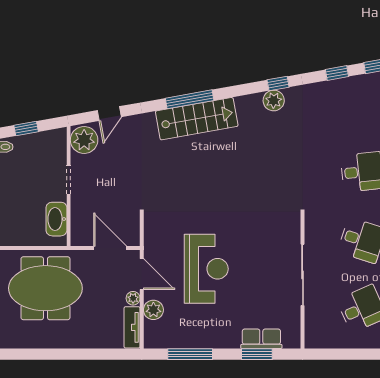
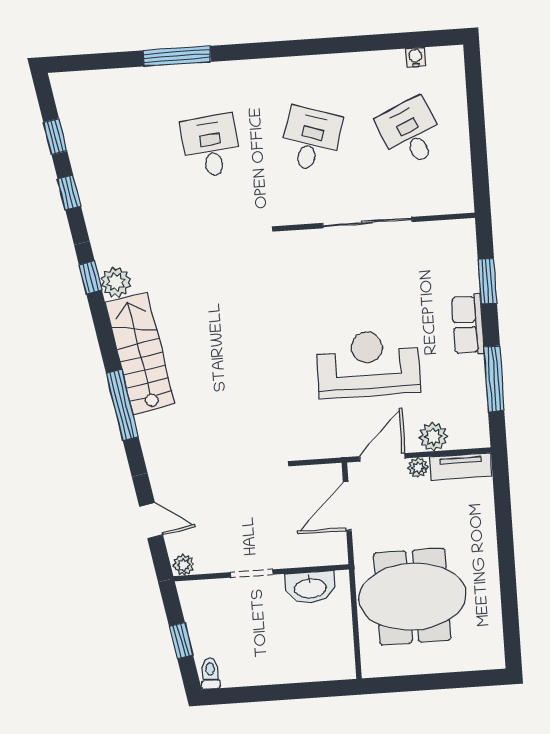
stairs: (197, 119) -> (140, 353), moved
plant: (84, 140) -> (184, 565), width x0.53, depth x0.53
meeting table: (45, 288) -> (412, 596), turned 90
row of seats: (261, 339) -> (468, 324), moved

